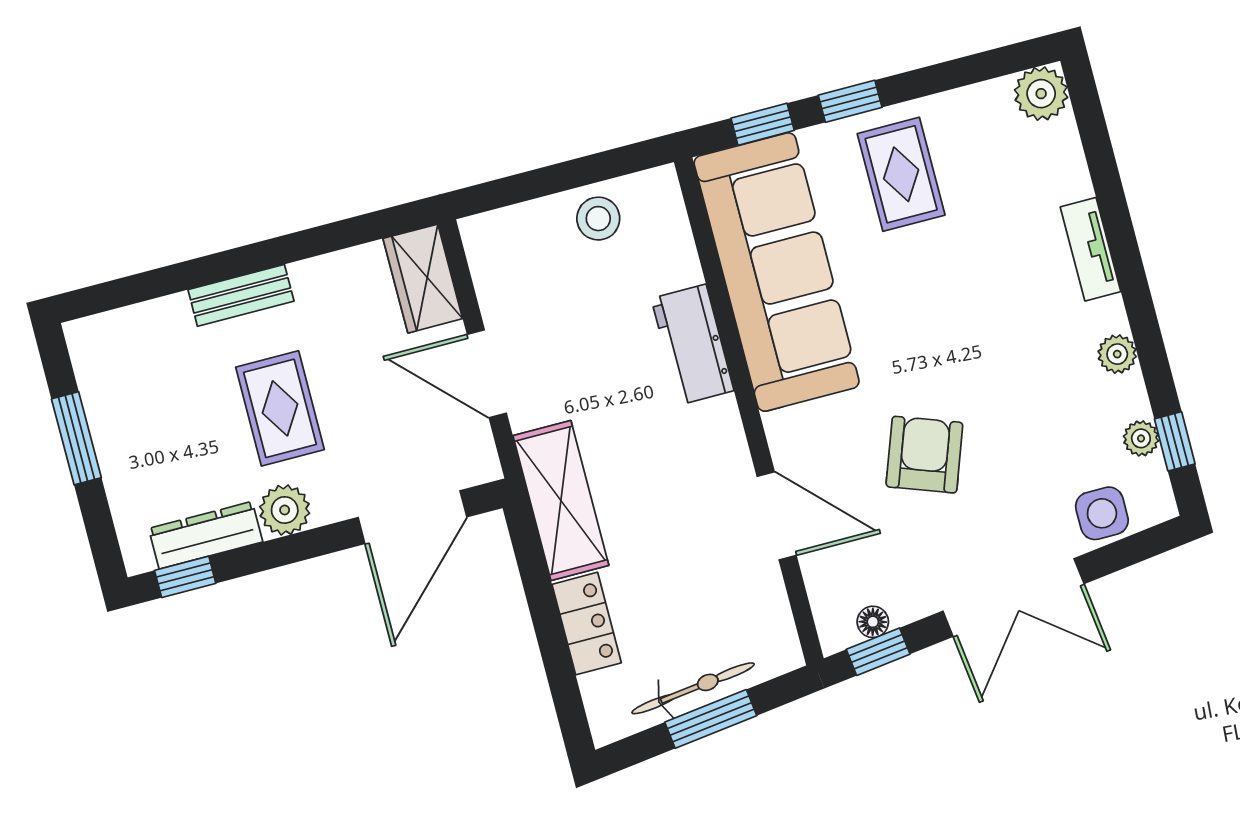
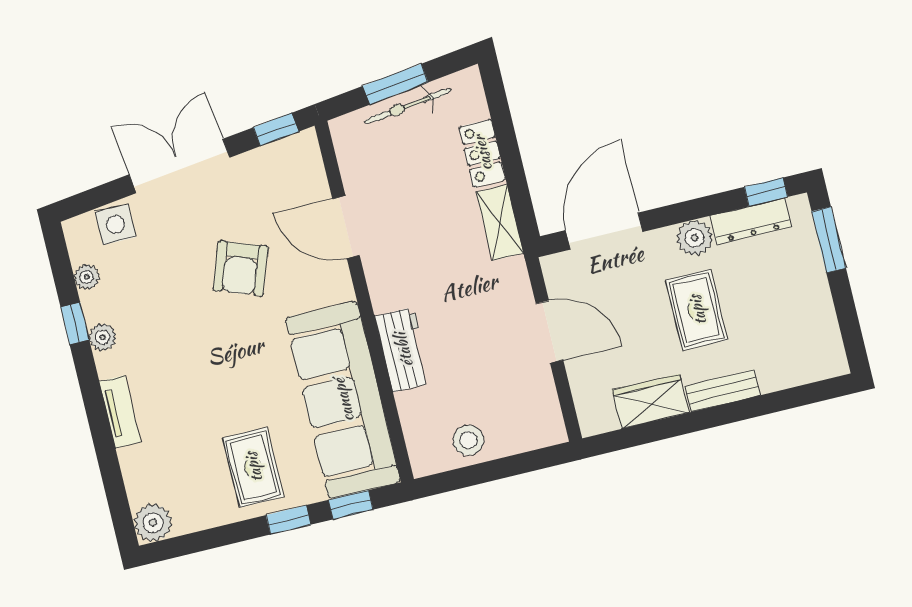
wardrobe: (423, 279) -> (650, 401), moved, turned -90
window: (76, 438) -> (829, 240), moved
window: (1175, 441) -> (75, 323), moved
shelving: (561, 501) -> (500, 222), width x0.67, depth x0.75
floor lamp: (873, 622) -> (279, 151), removed

